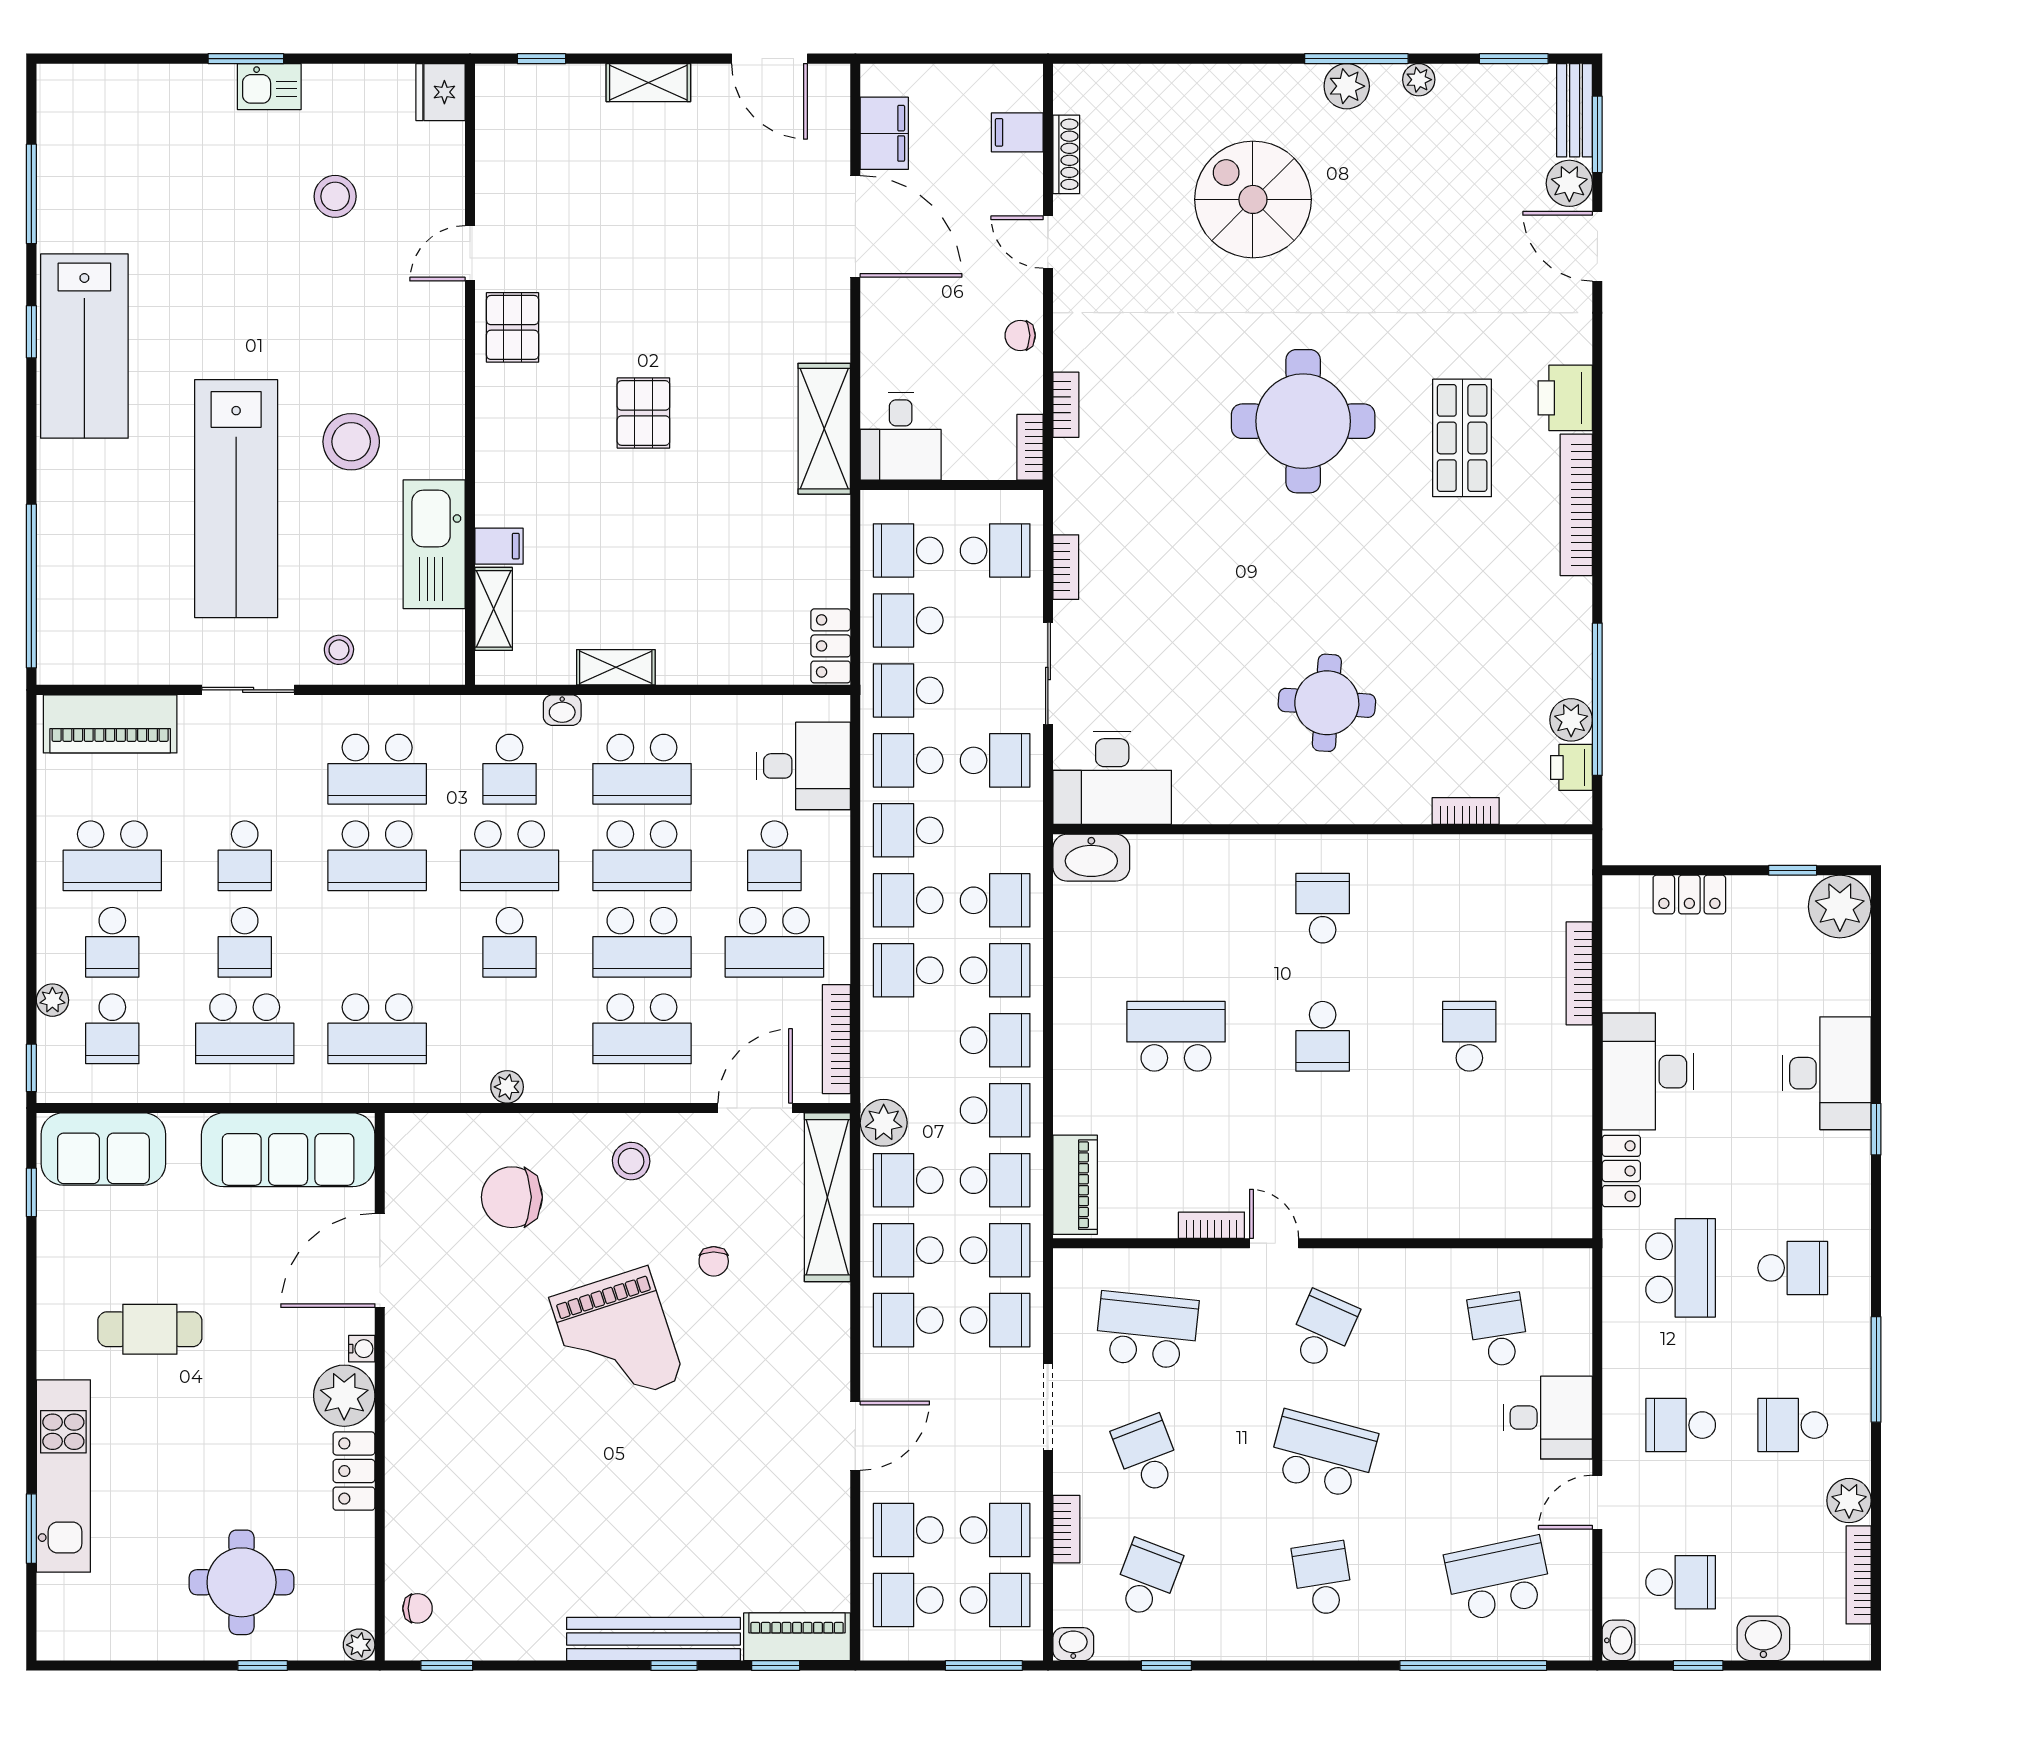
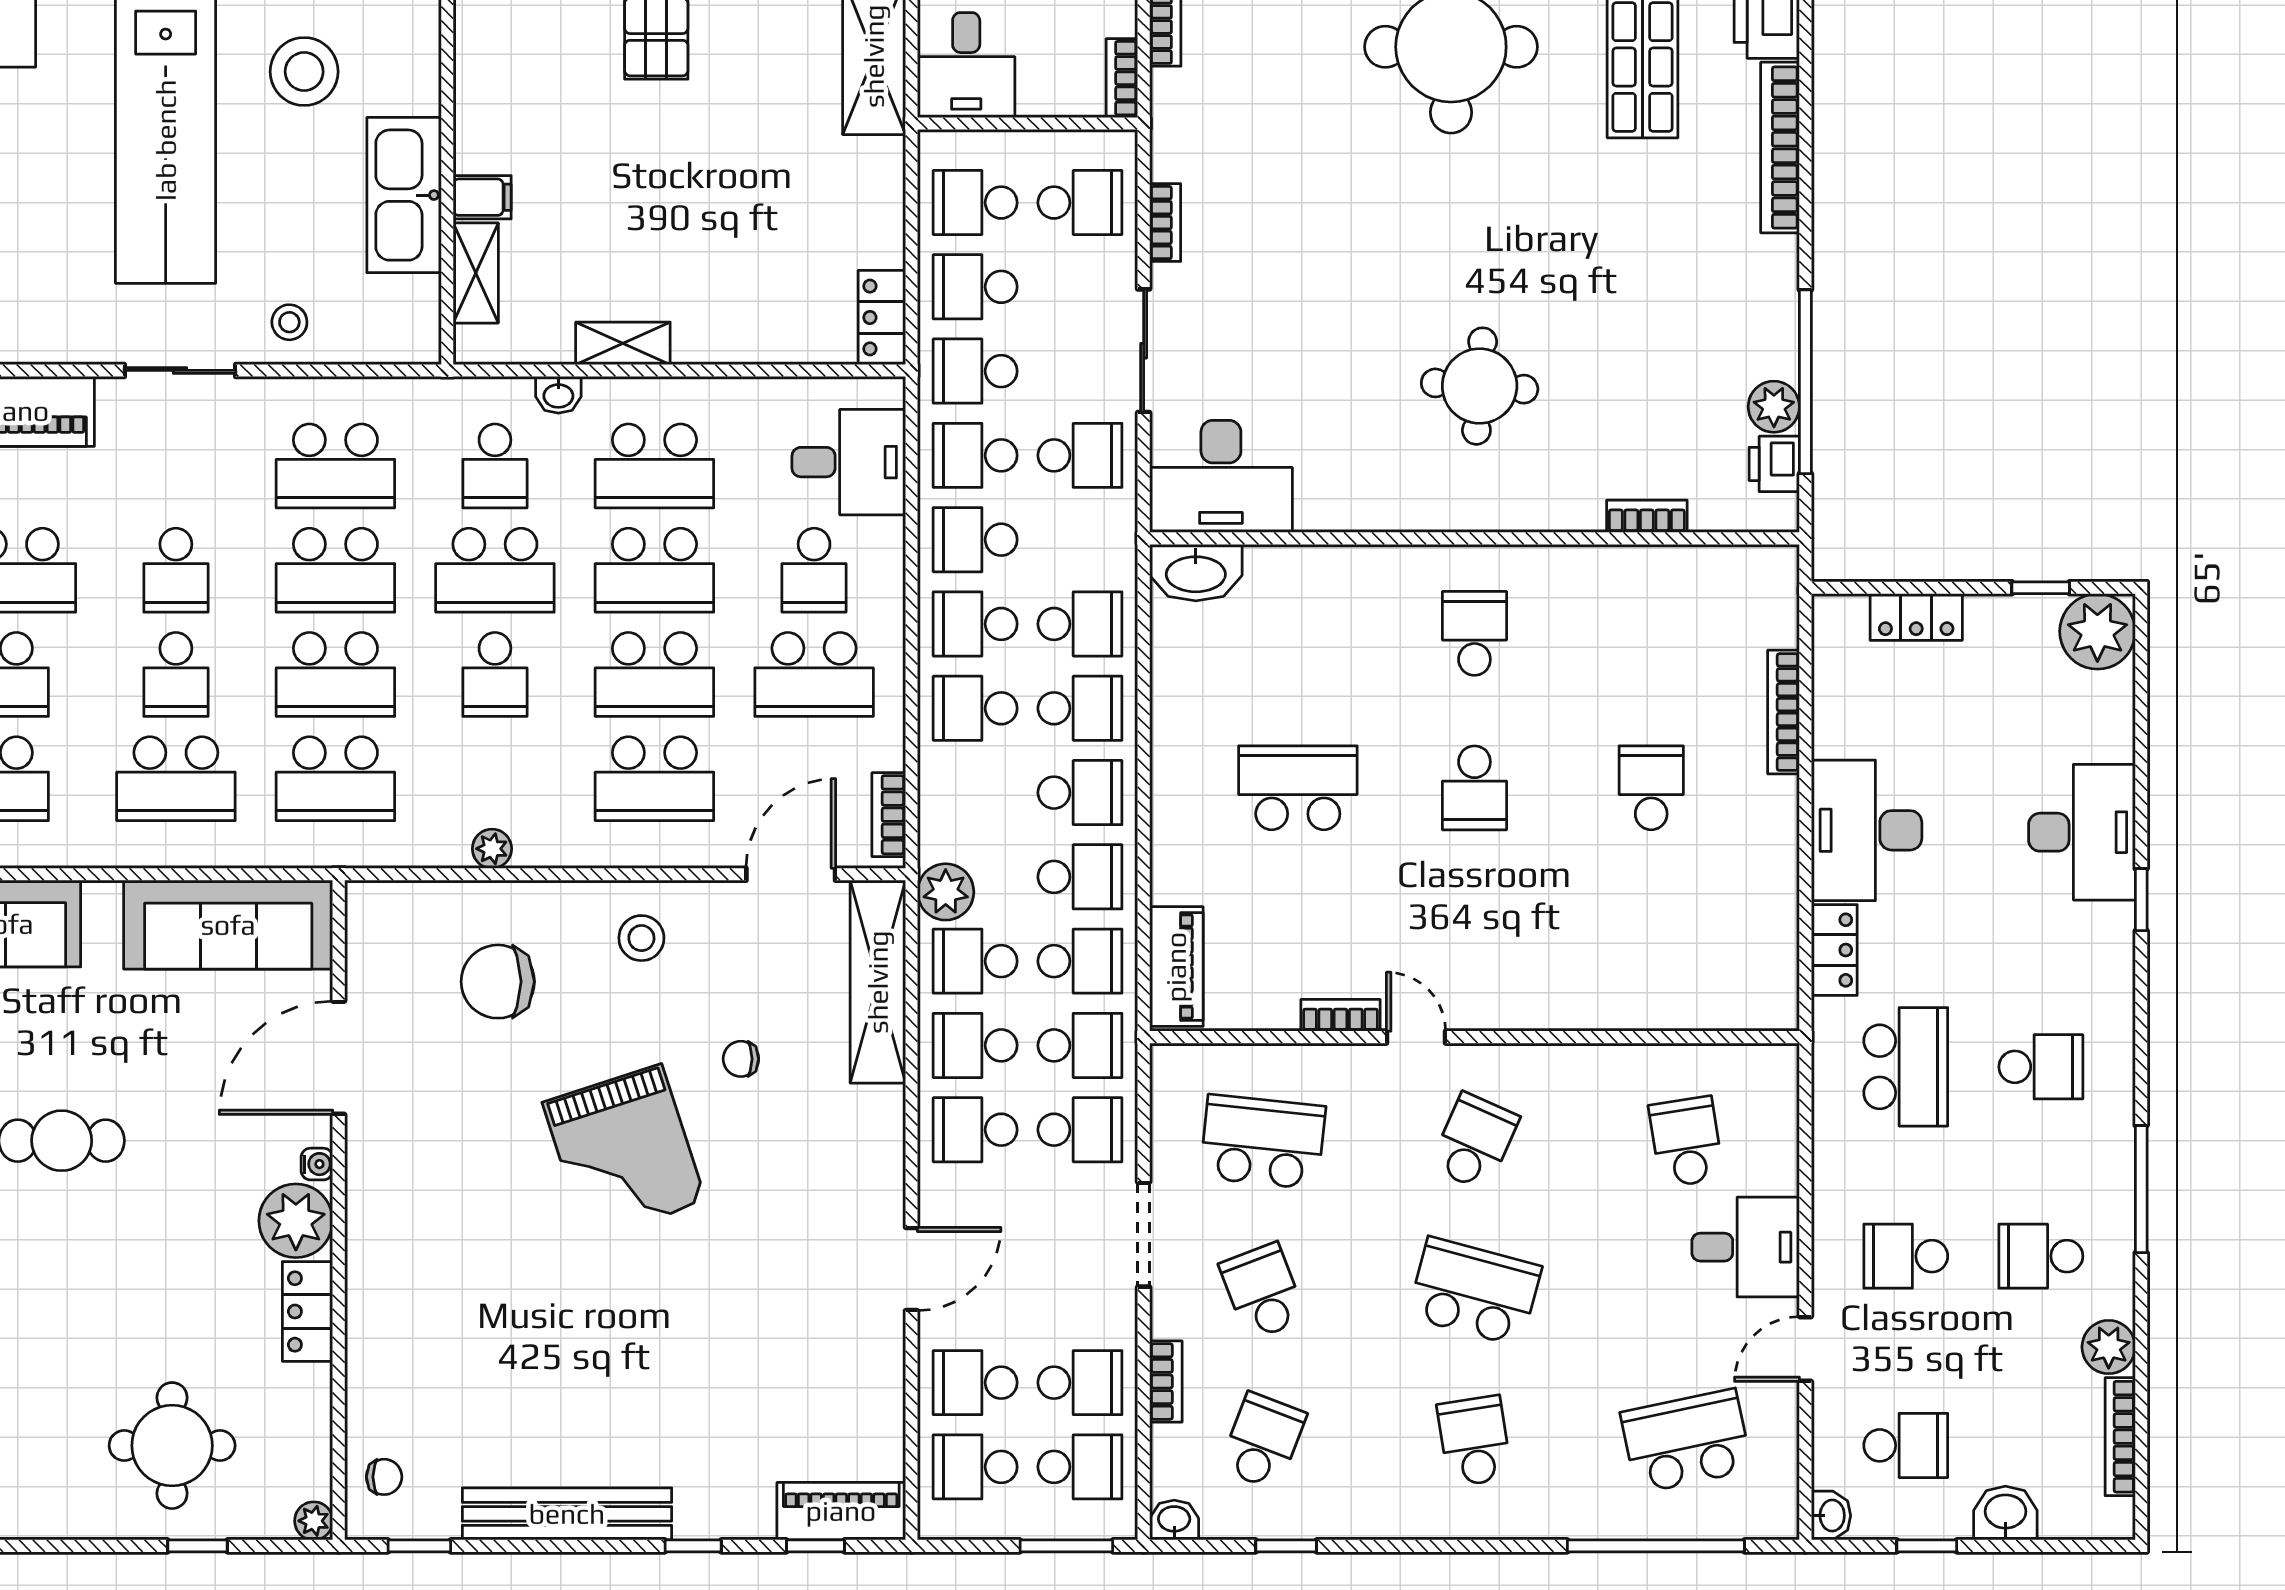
school desk: (377, 942) -> (335, 674), added
bookcase: (836, 1039) -> (889, 815), width x0.64
chair: (714, 1261) -> (741, 1059), turned 90
bench: (653, 1639) -> (567, 1514), moved

